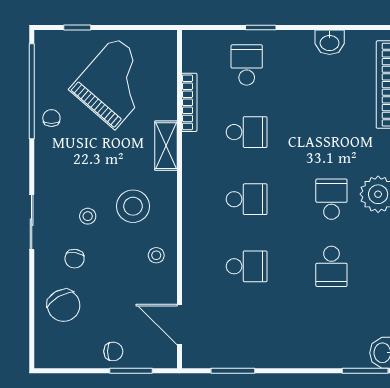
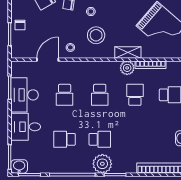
school desk: (247, 132) -> (135, 95), turned 180
plant: (195, 147) -> (127, 68), added
door: (179, 324) -> (48, 60), moved
desk: (308, 340) -> (26, 127), added
desk: (247, 343) -> (25, 95), added

